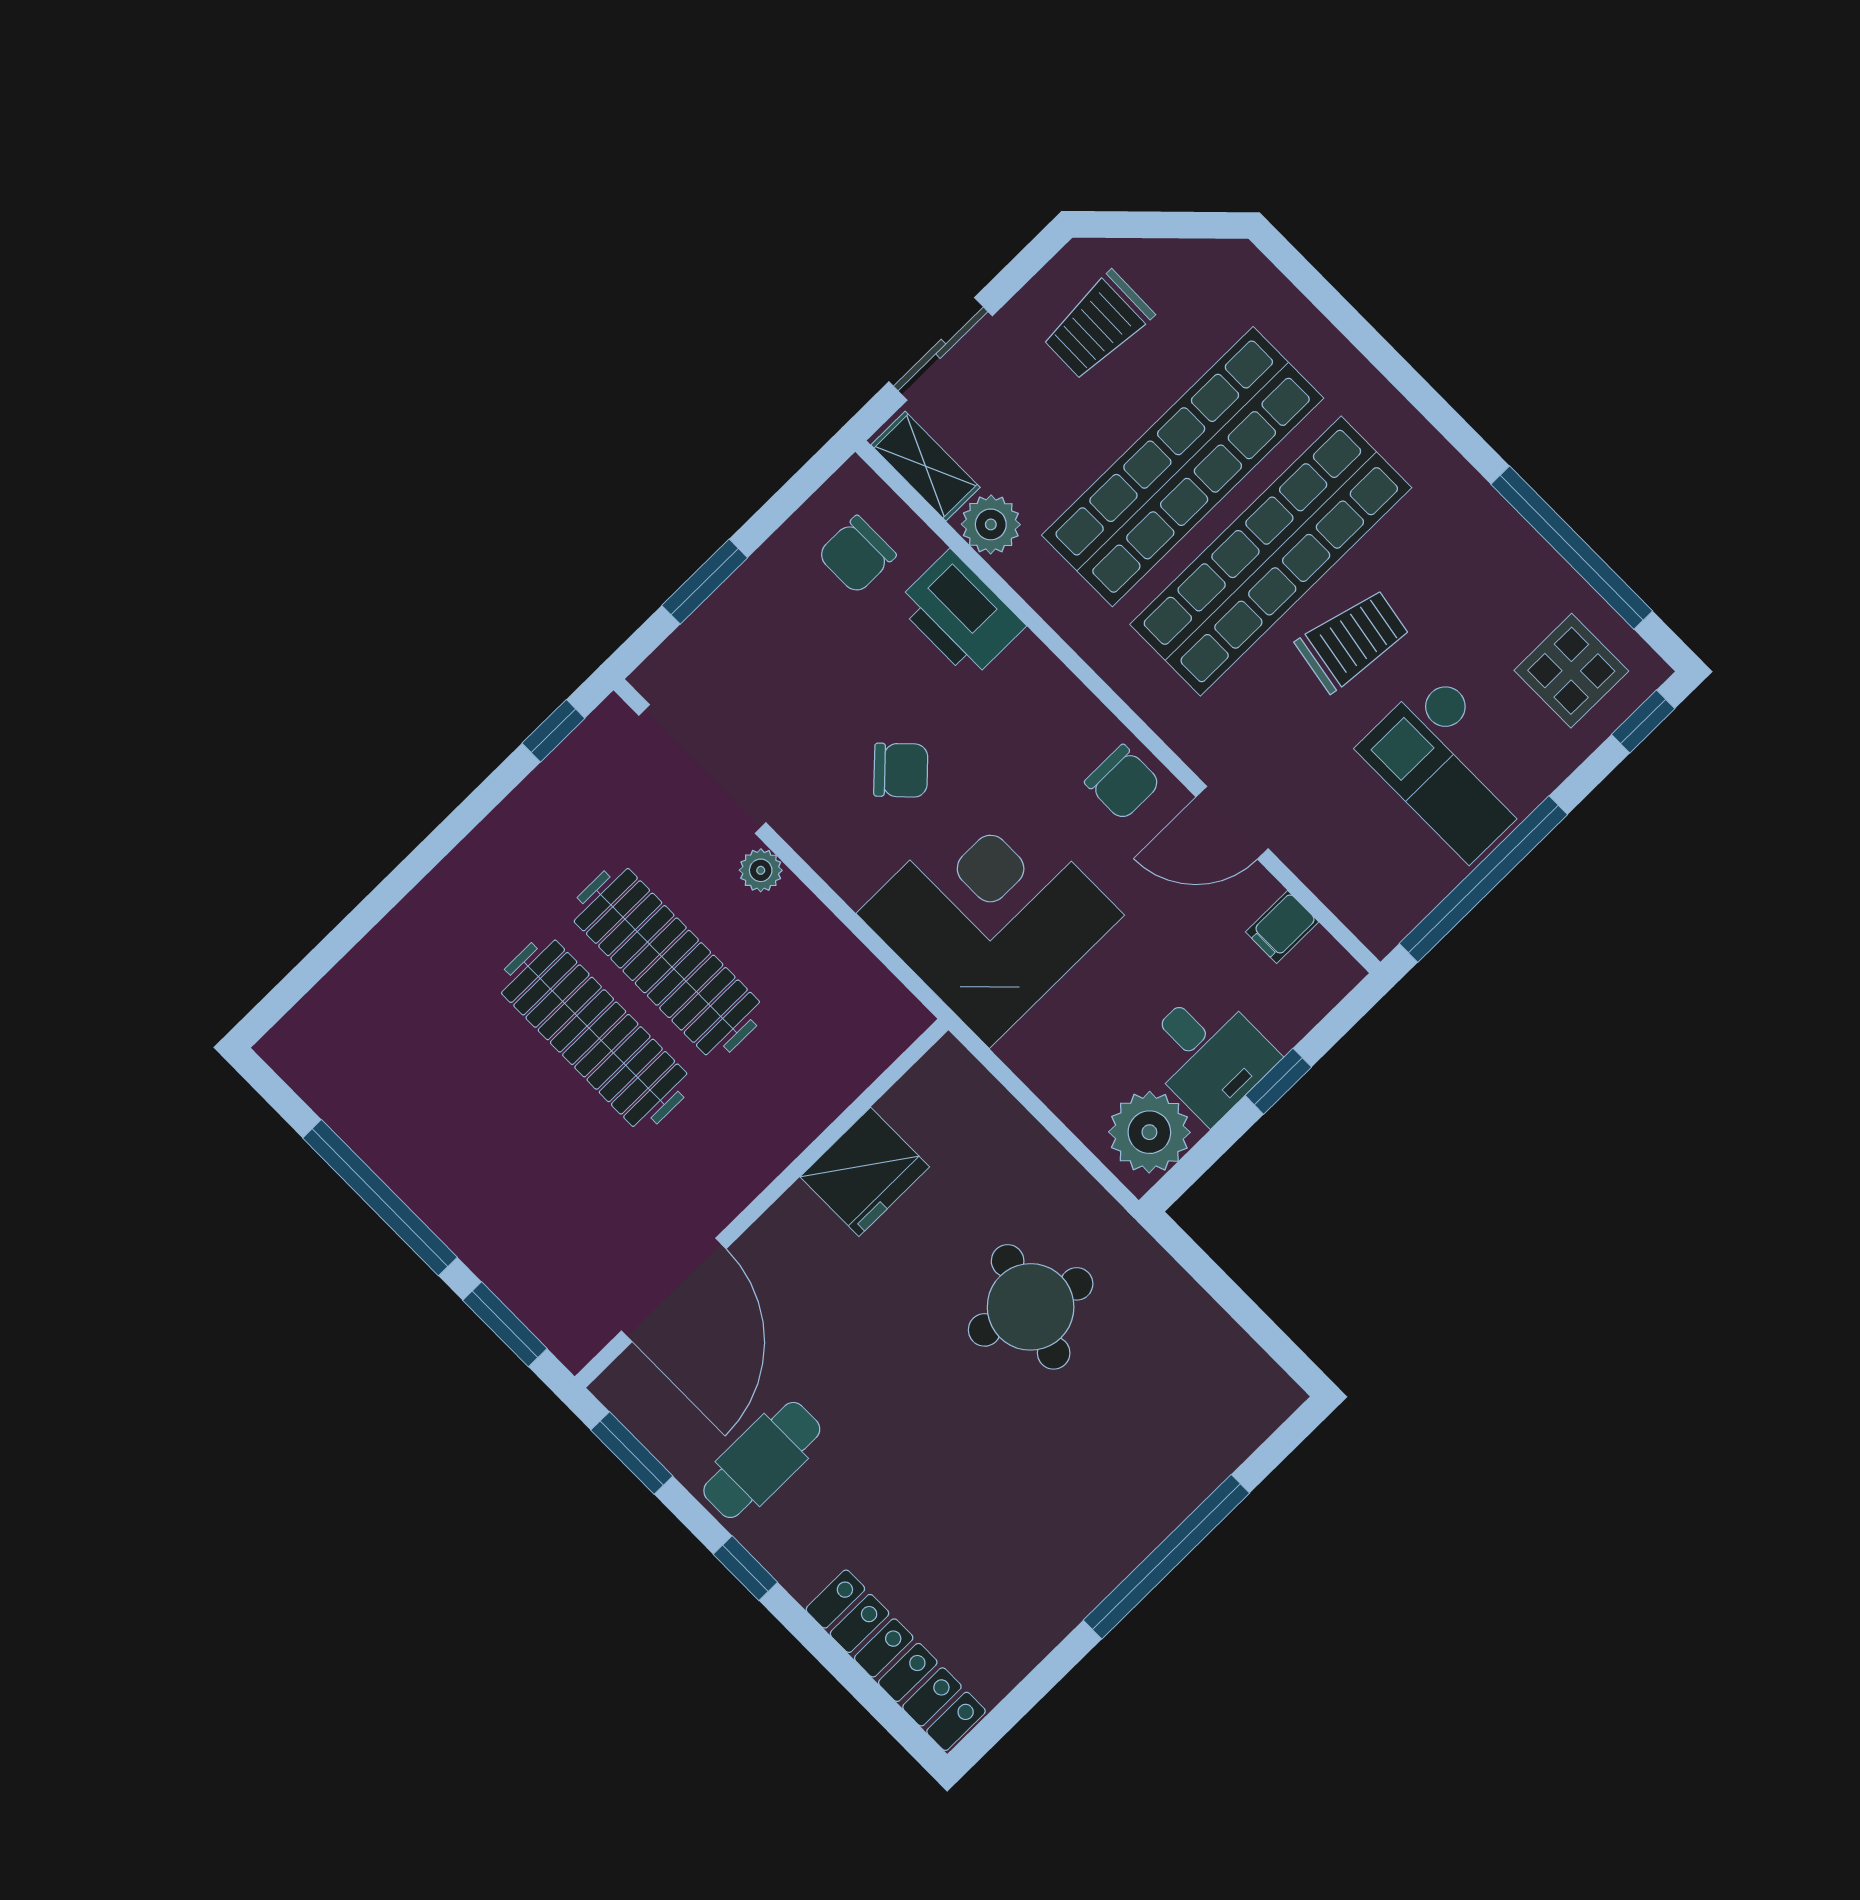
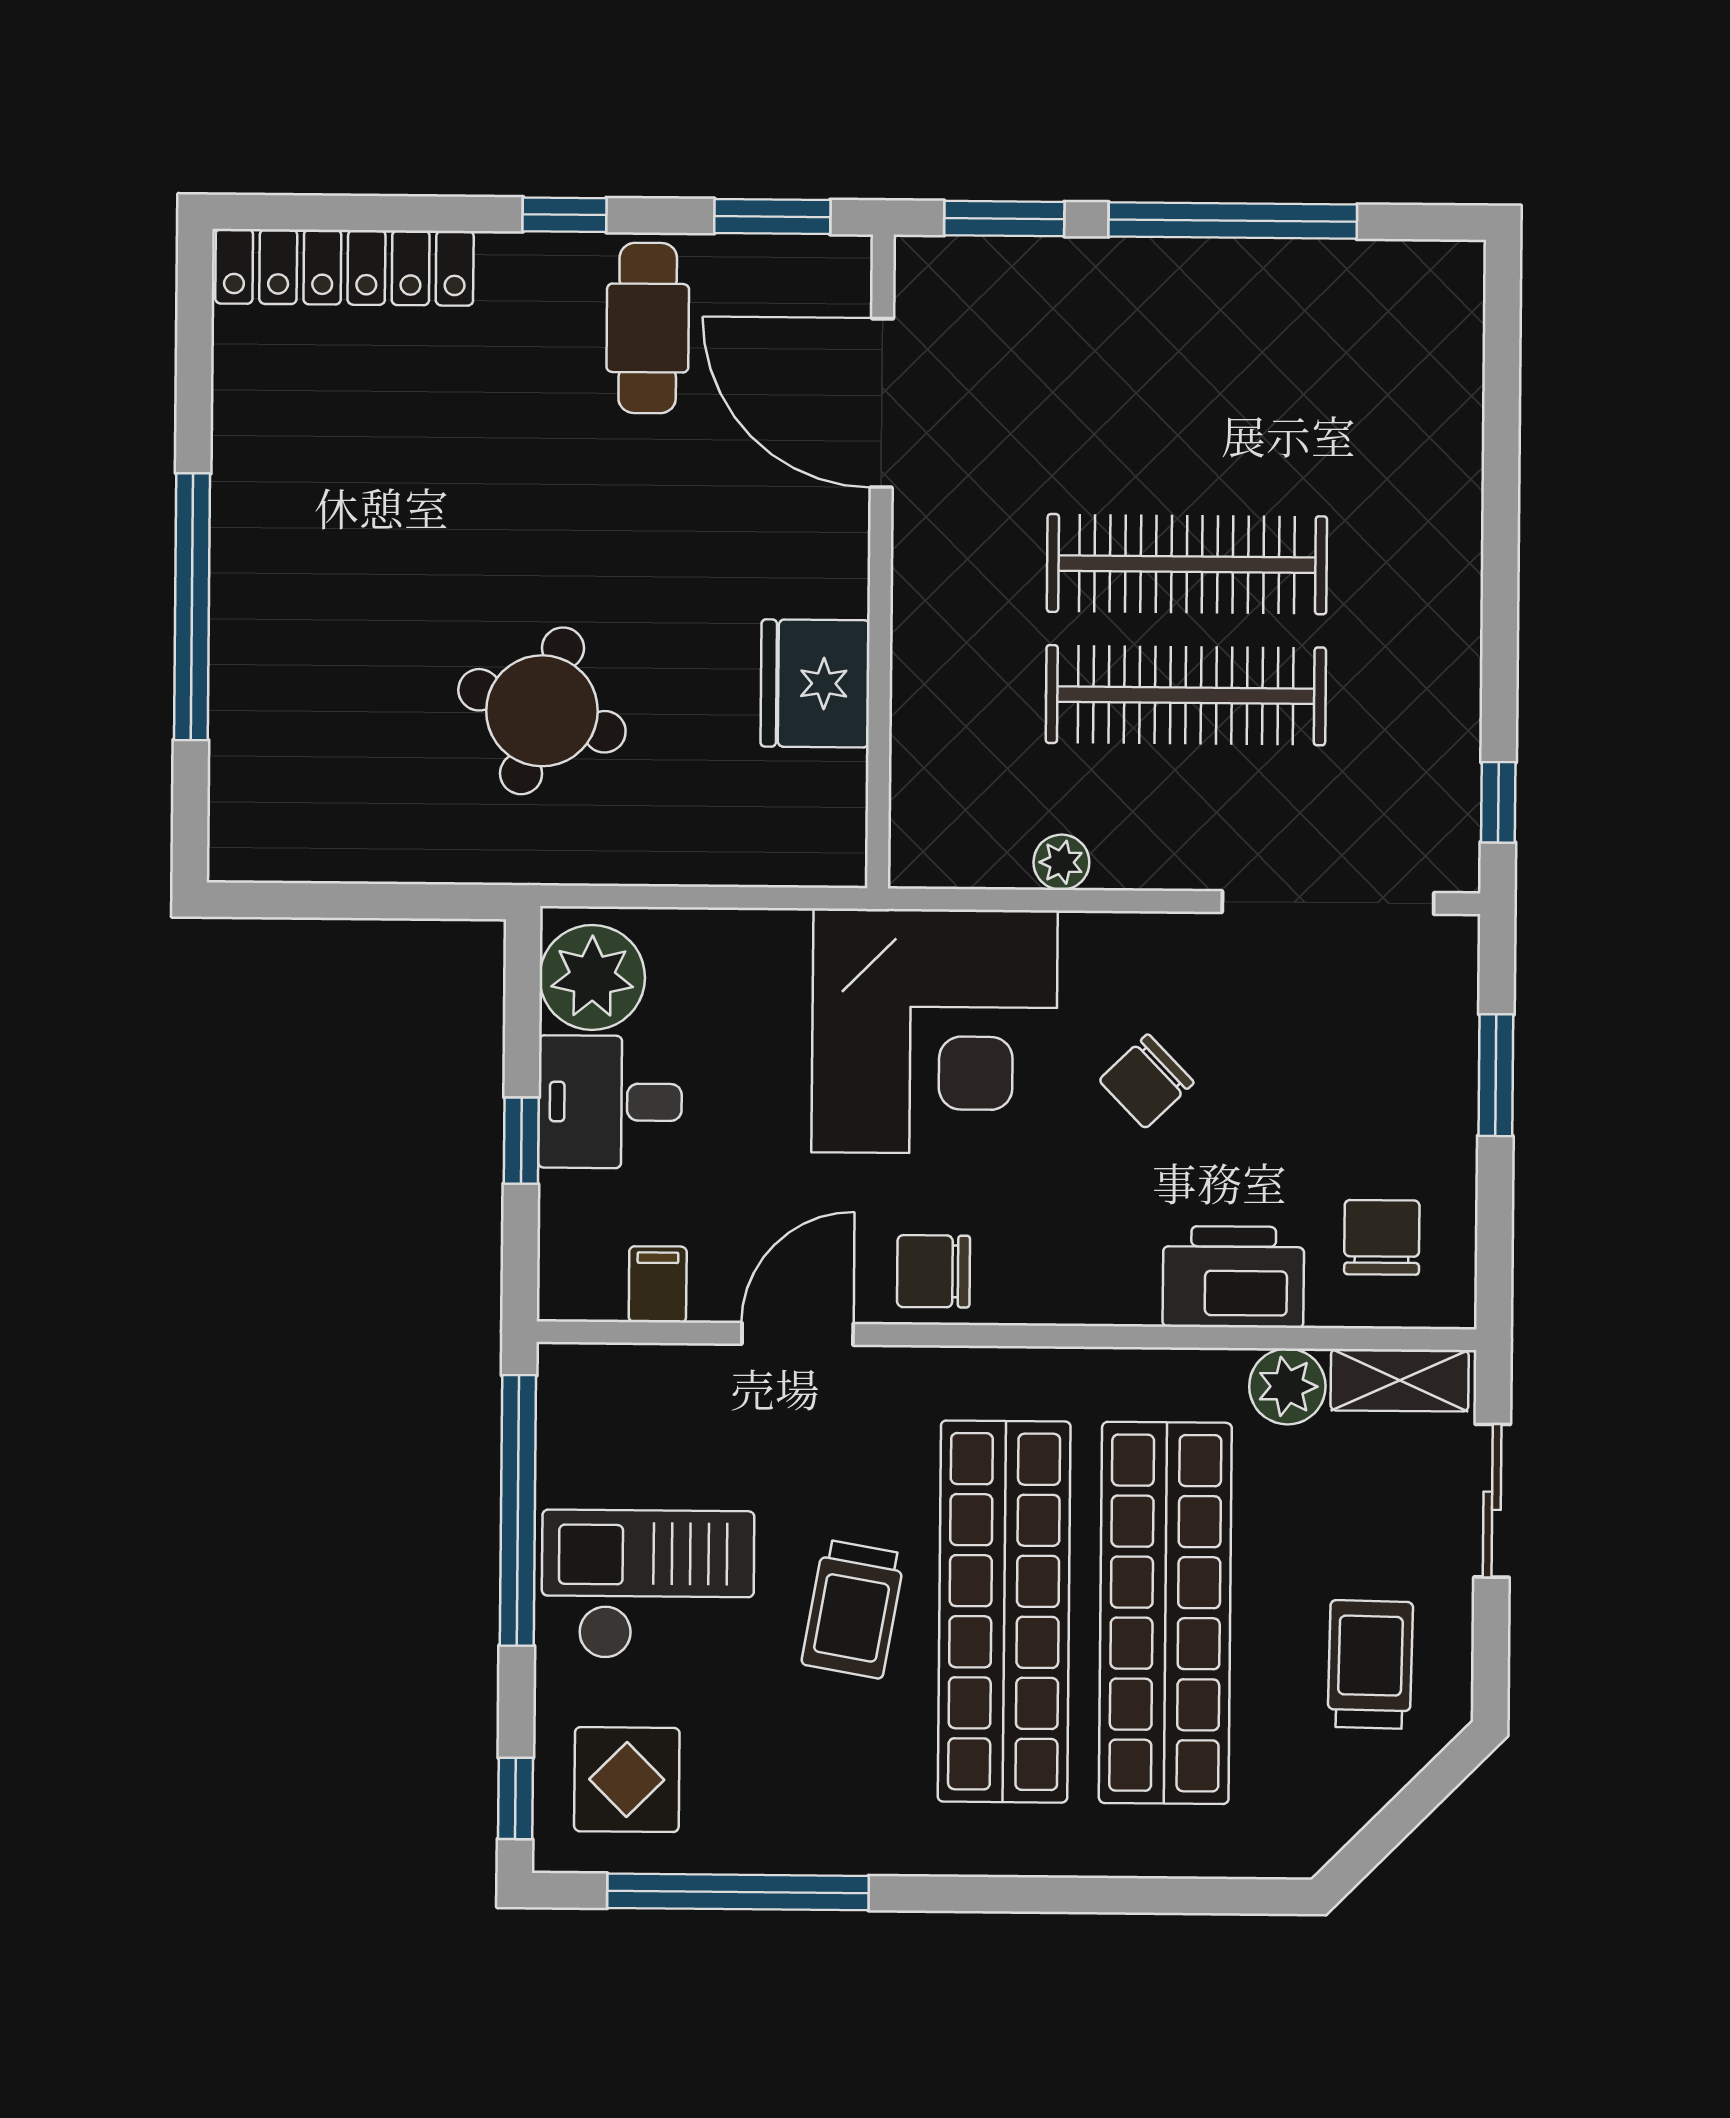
plant: (761, 870) -> (1061, 862), moved

